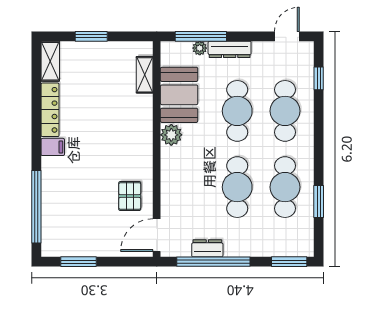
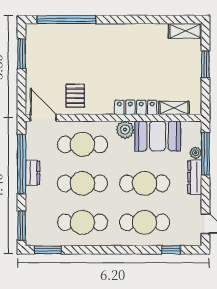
locker: (50, 110) -> (136, 107), moved, turned 180
filing cabinet: (53, 147) -> (115, 33), removed
cafe table: (189, 187) -> (82, 144), added
pallet: (130, 196) -> (75, 96), turned 90
window: (319, 201) -> (48, 250), moved
dresser: (207, 248) -> (33, 173), moved

